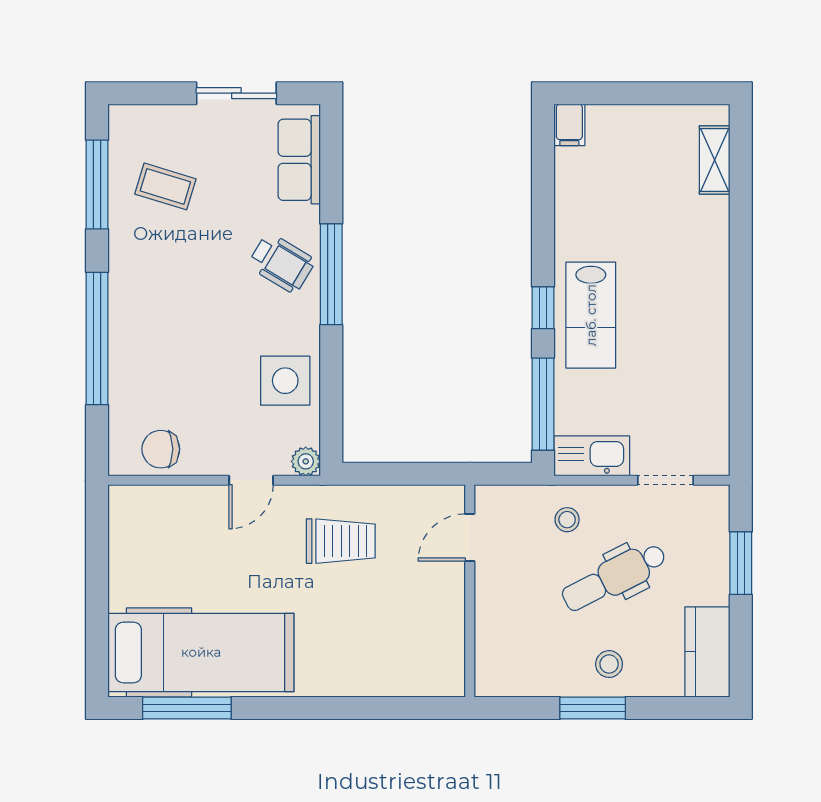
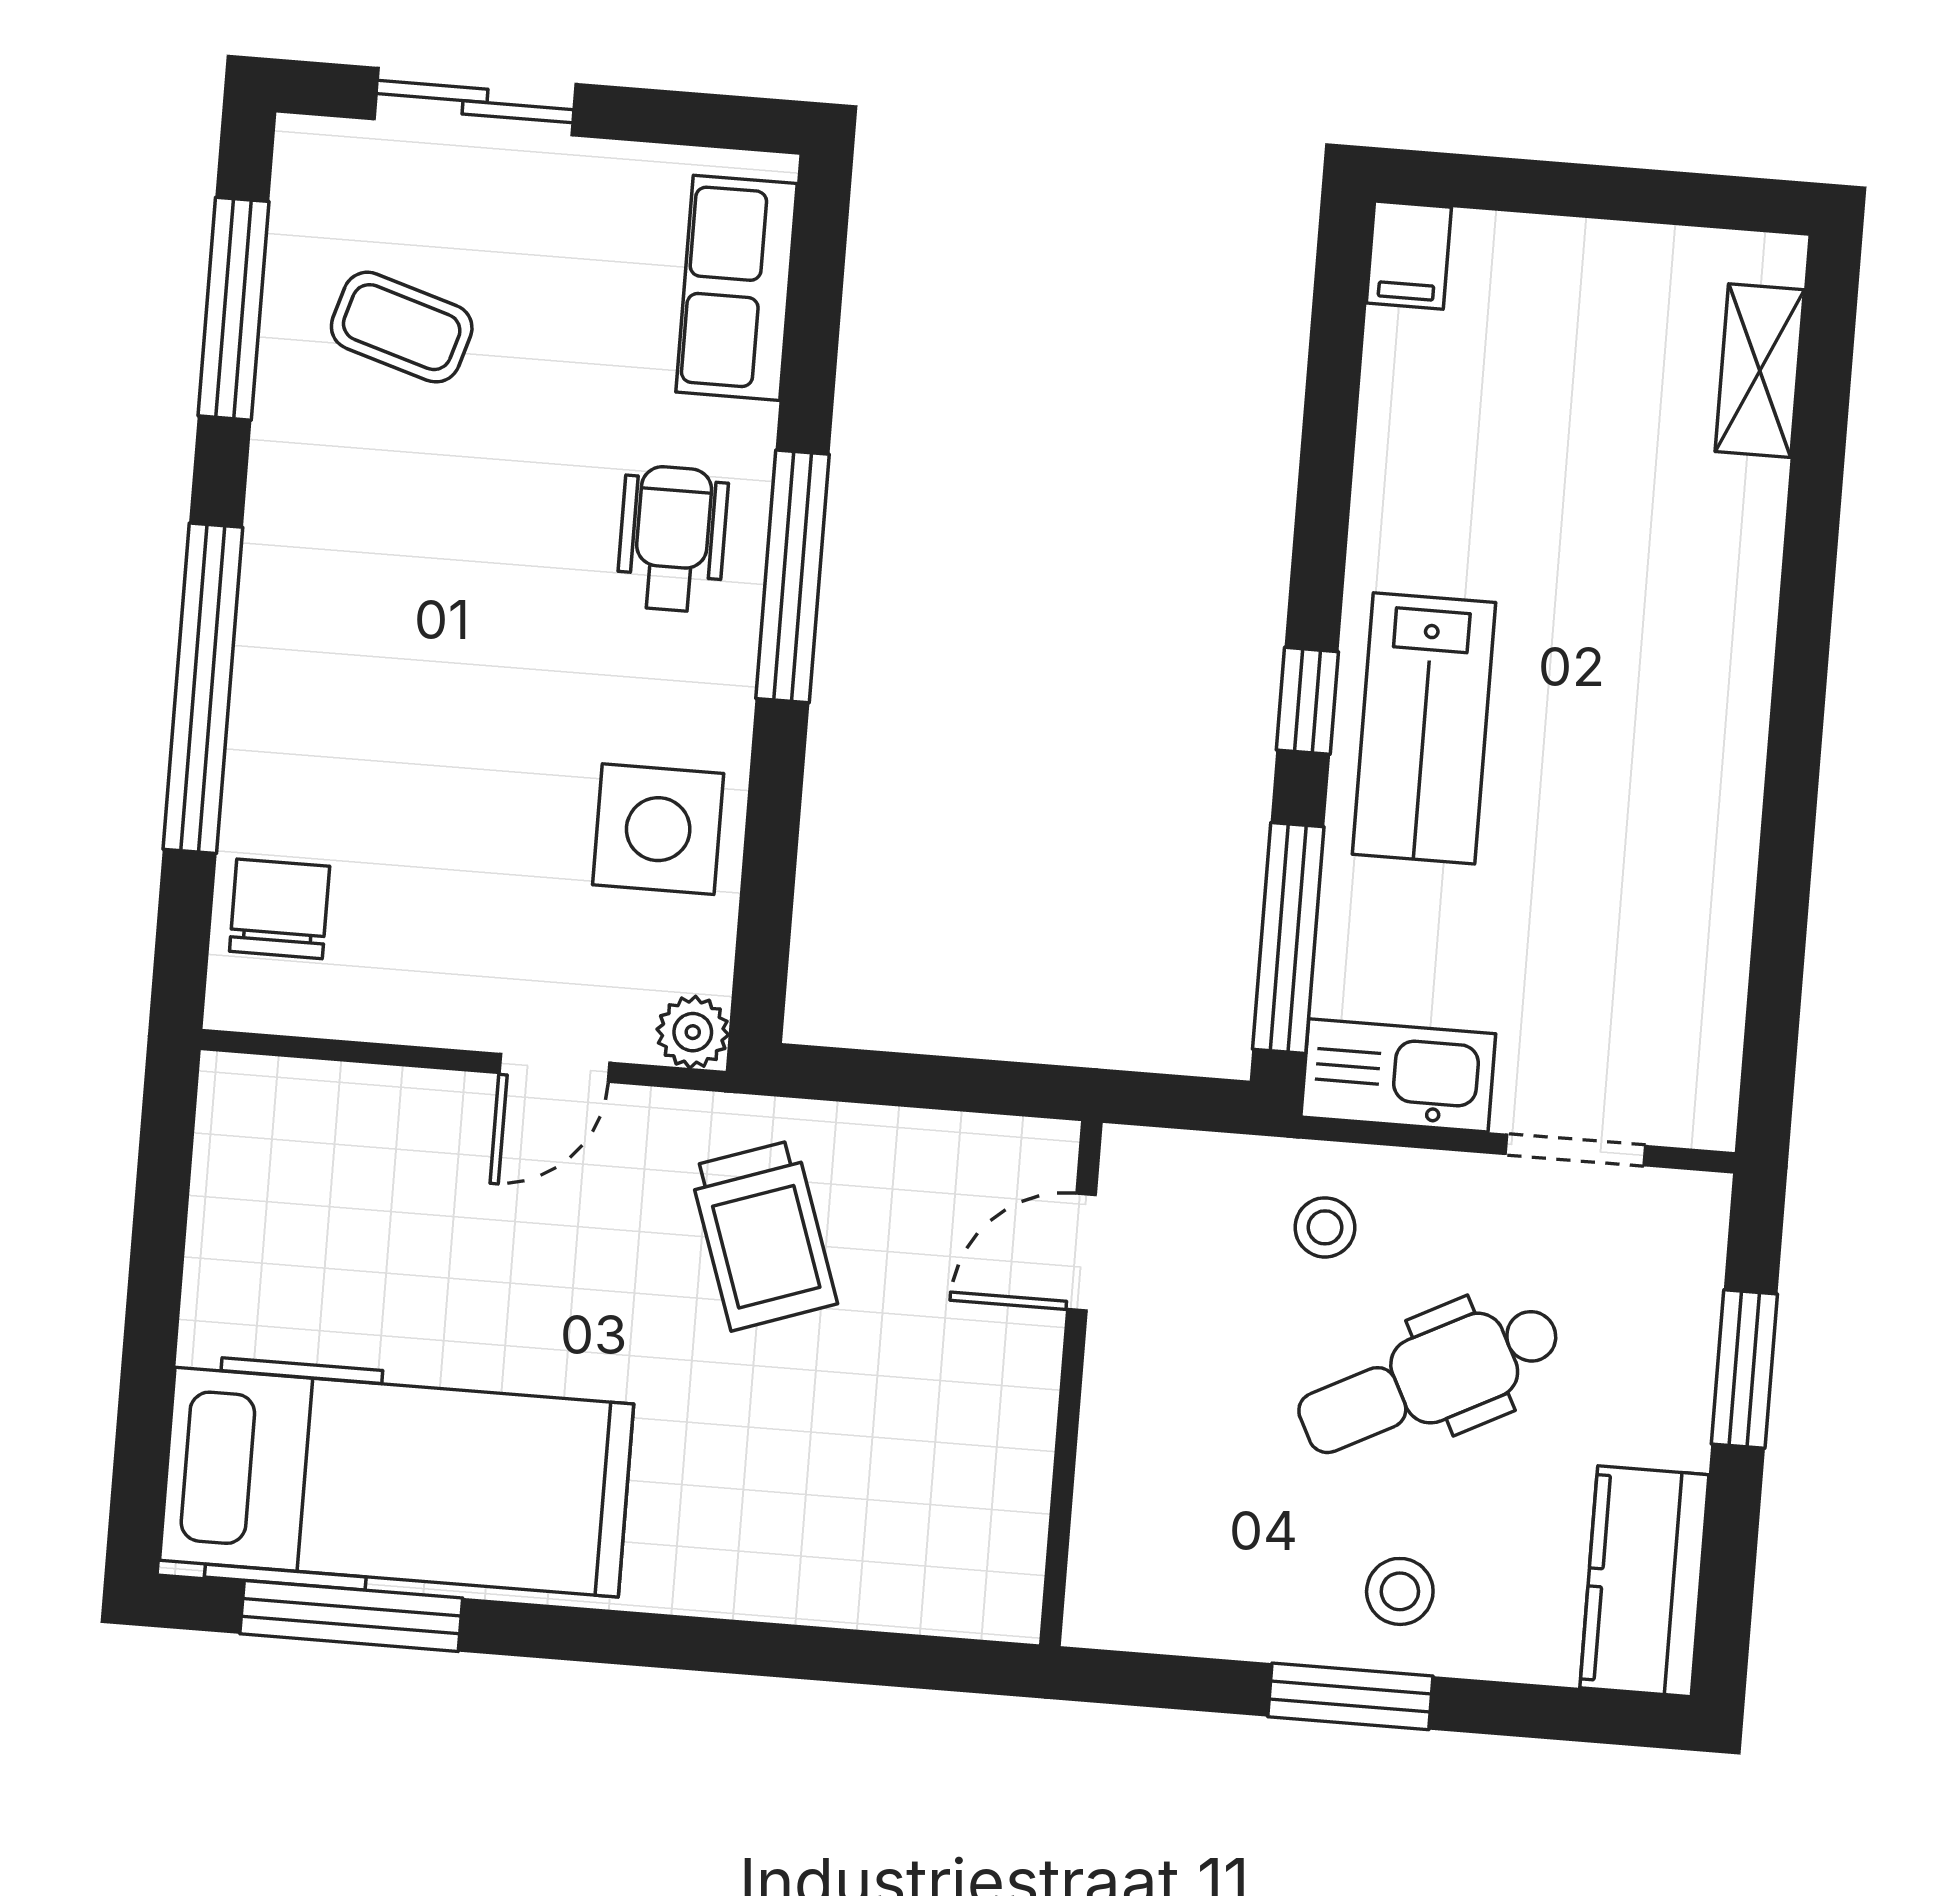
sliding door: (236, 93) -> (475, 102), moved
wheelchair: (282, 263) -> (672, 539), turned -121
chair: (161, 449) -> (280, 909), moved, turned 90
trolley: (341, 541) -> (763, 1235), turned 71

